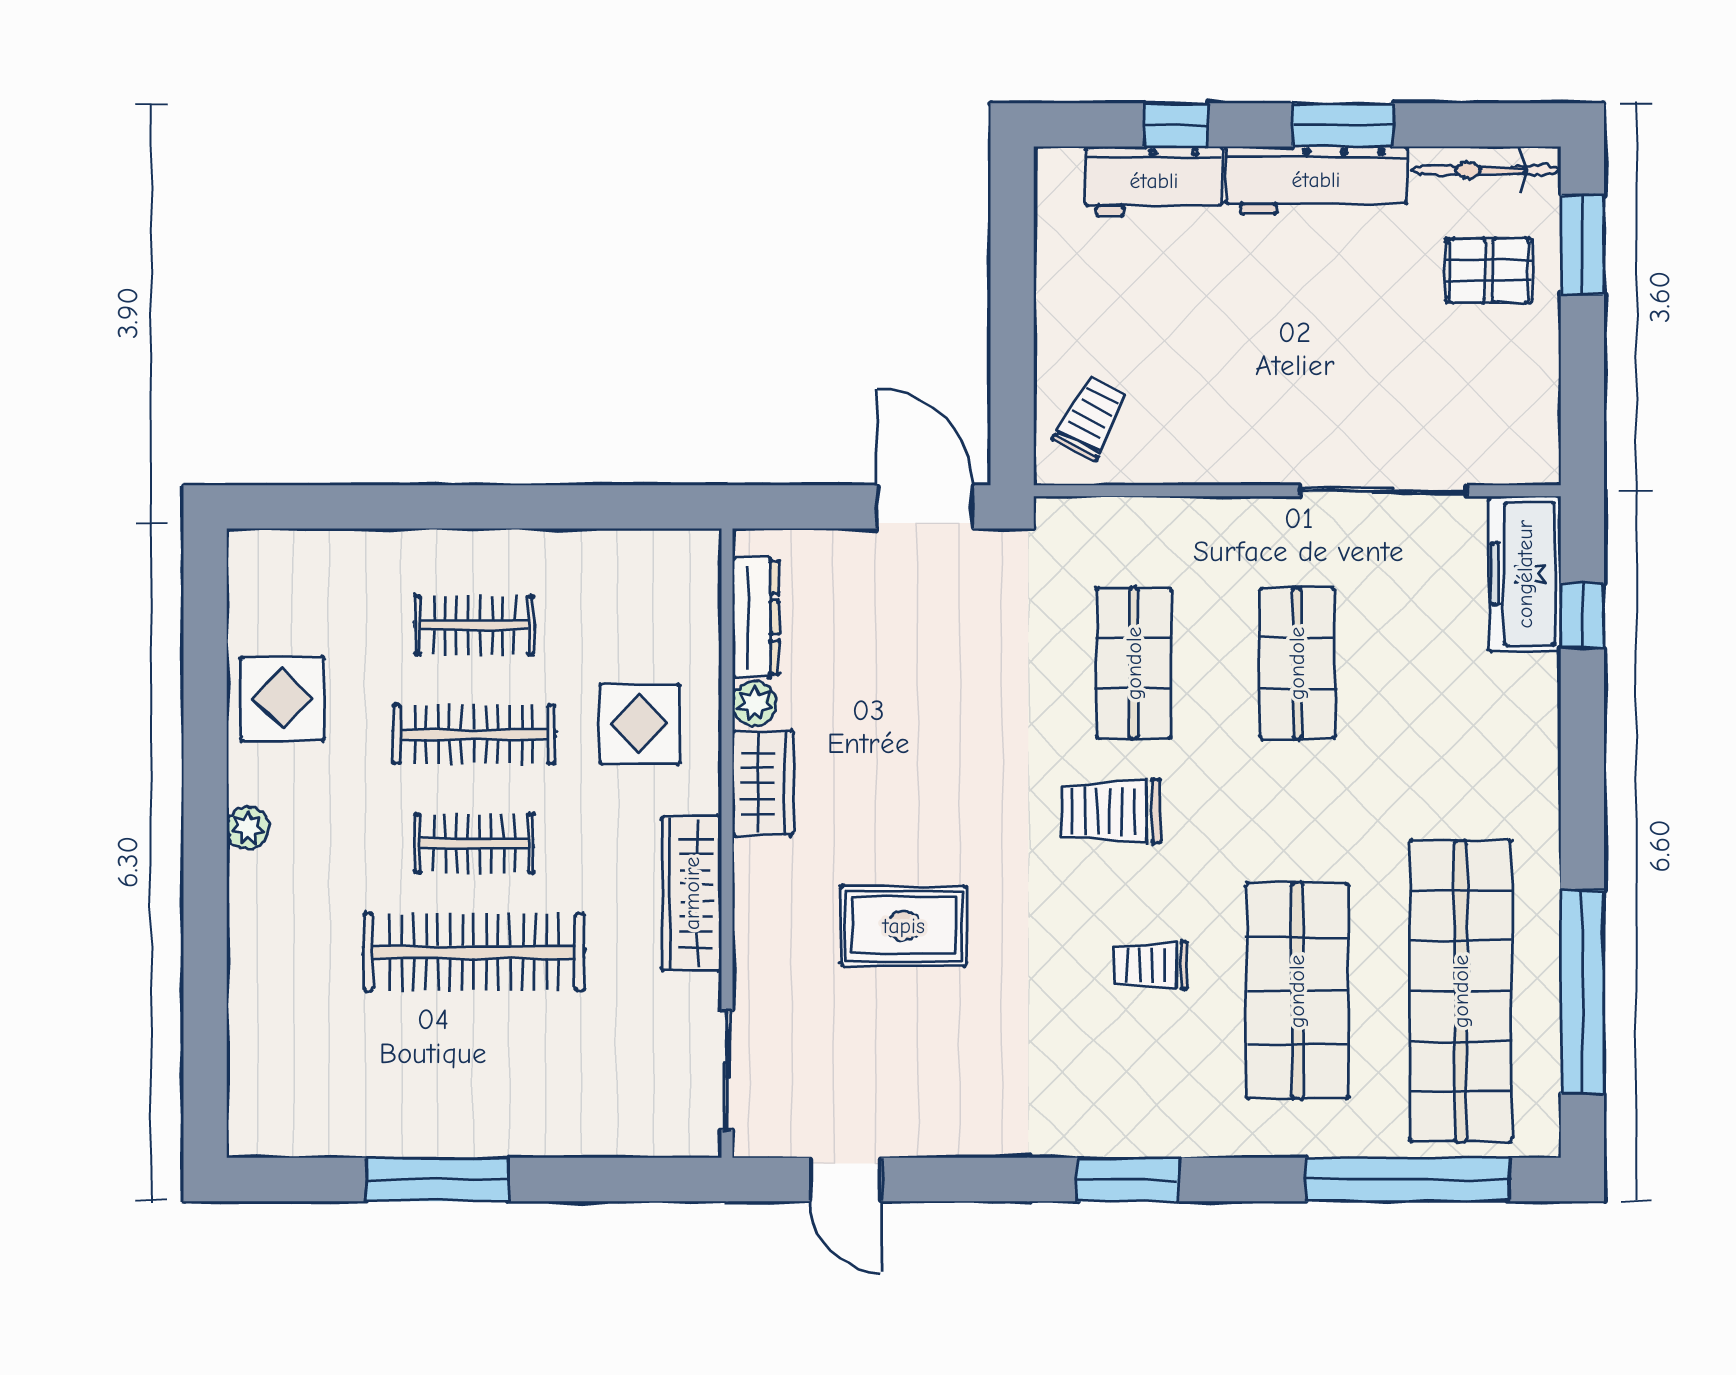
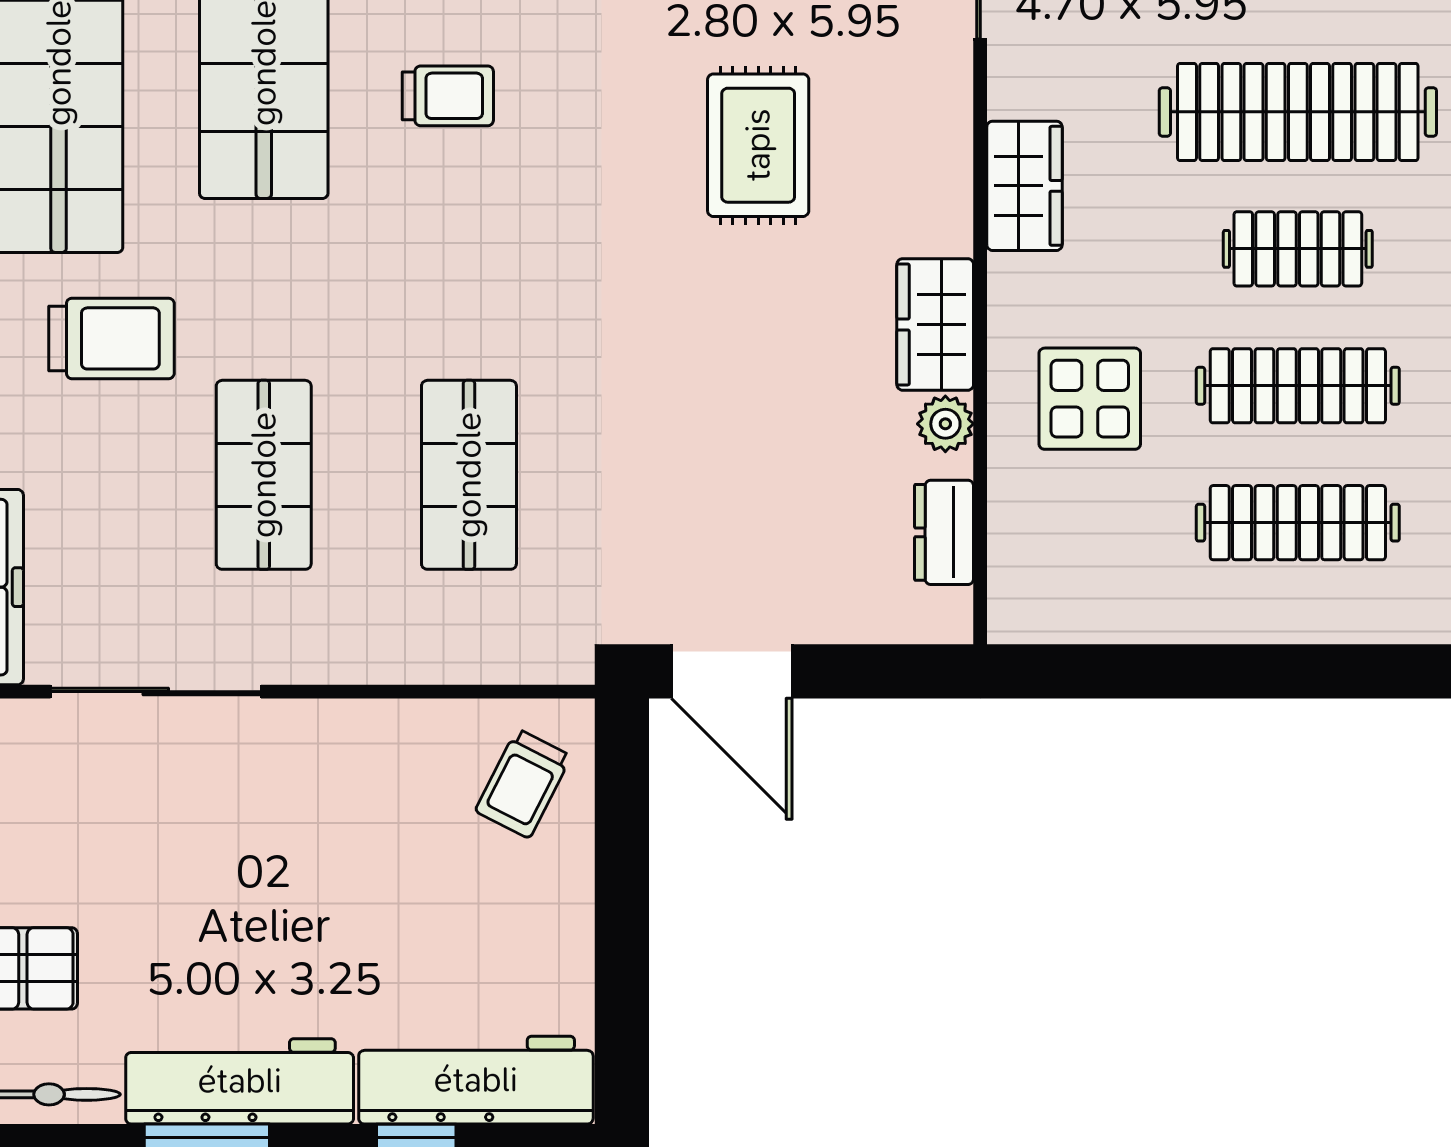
workbench: (1154, 181) -> (476, 1080), width x1.38
dresser: (756, 618) -> (944, 532), width x0.70
clothes rail: (474, 625) -> (1298, 523), width x1.36
trolley: (1111, 811) -> (112, 338), moved
wardrobe: (692, 893) -> (1024, 186), width x0.67
rug: (904, 926) -> (758, 145), turned 90

